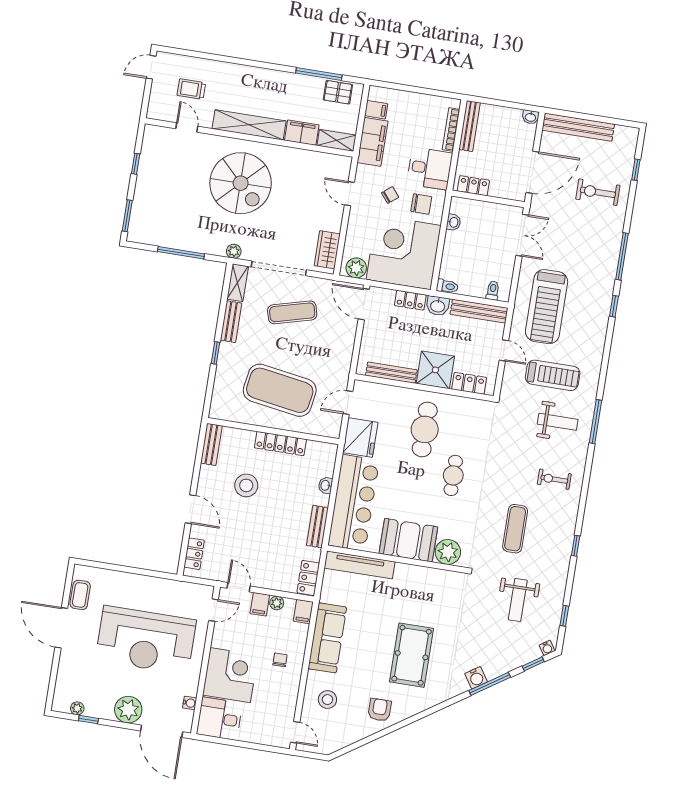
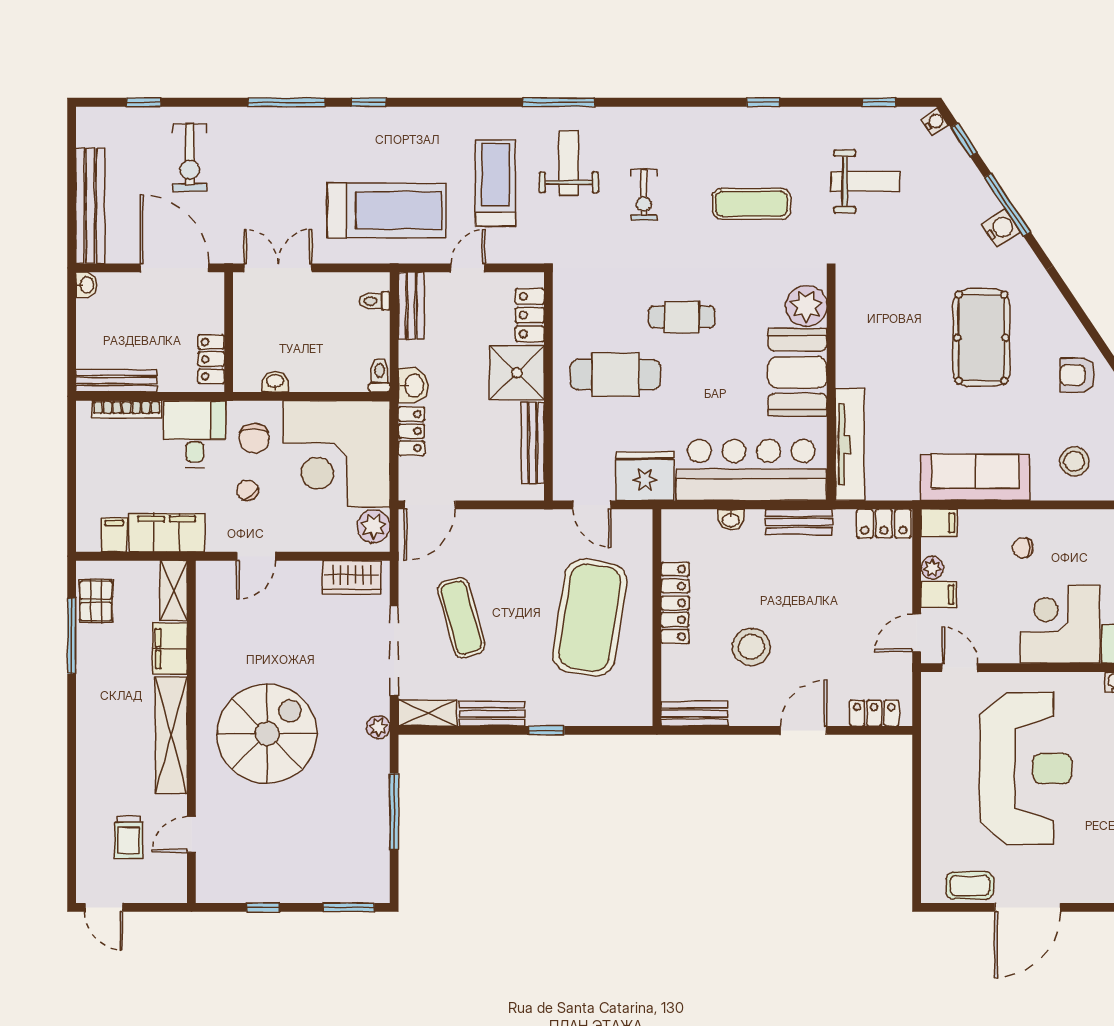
chair: (421, 204) -> (254, 438), turned 180
bench: (479, 311) -> (411, 306), width x0.73
exercise bike: (554, 479) -> (644, 195), moved
pool table: (412, 655) -> (981, 338), turned 90

